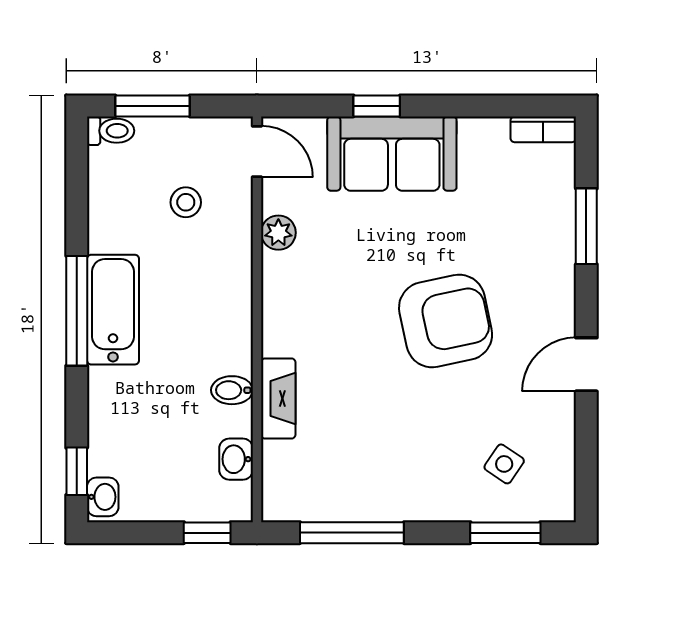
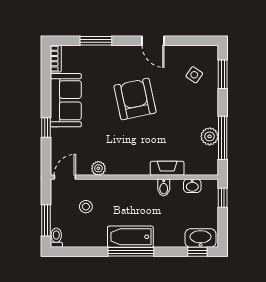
sofa: (392, 154) -> (66, 100), moved
washbasin: (103, 497) -> (201, 238), width x1.91, depth x1.45
plant: (355, 501) -> (210, 136), added

